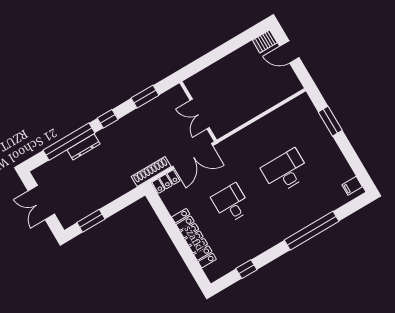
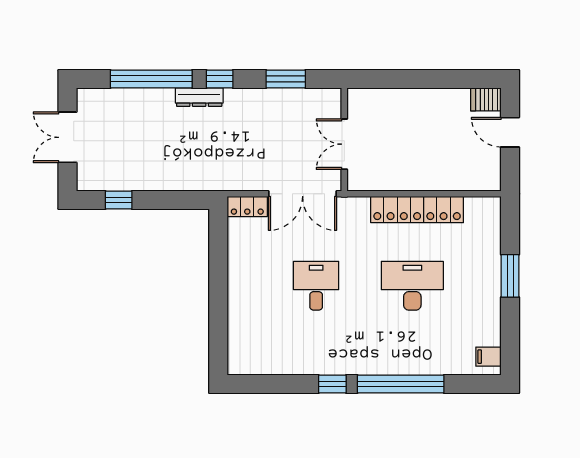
window: (330, 121) -> (510, 276), moved
dresser: (84, 147) -> (199, 97), moved
shoe rack: (151, 172) -> (236, 182), removed
window: (91, 221) -> (119, 200), width x0.67
locker: (194, 238) -> (417, 210), moved, turned 90
window: (246, 269) -> (332, 384), moved

